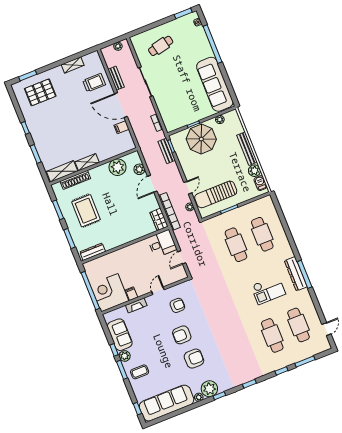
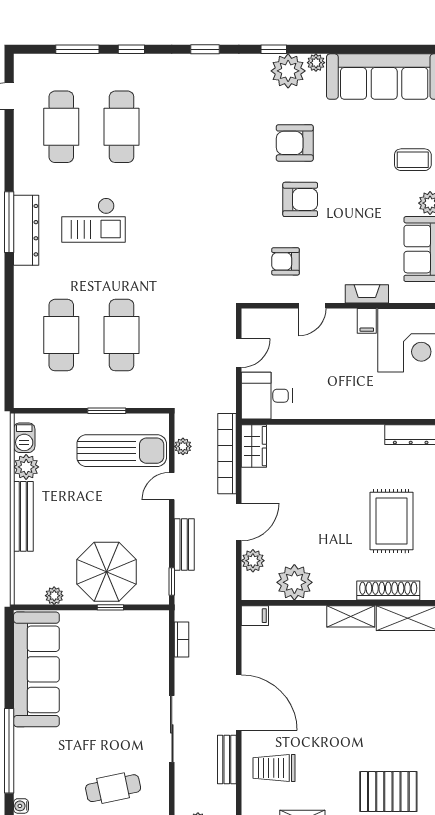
filing cabinet: (122, 127) -> (255, 616), moved
bench: (167, 151) -> (184, 544), moved
checkout: (268, 290) -> (94, 220), turned 180

